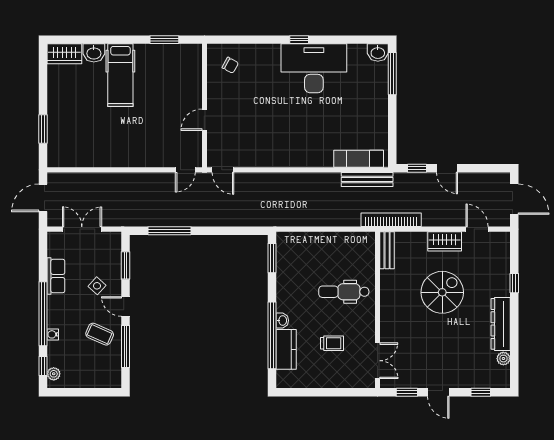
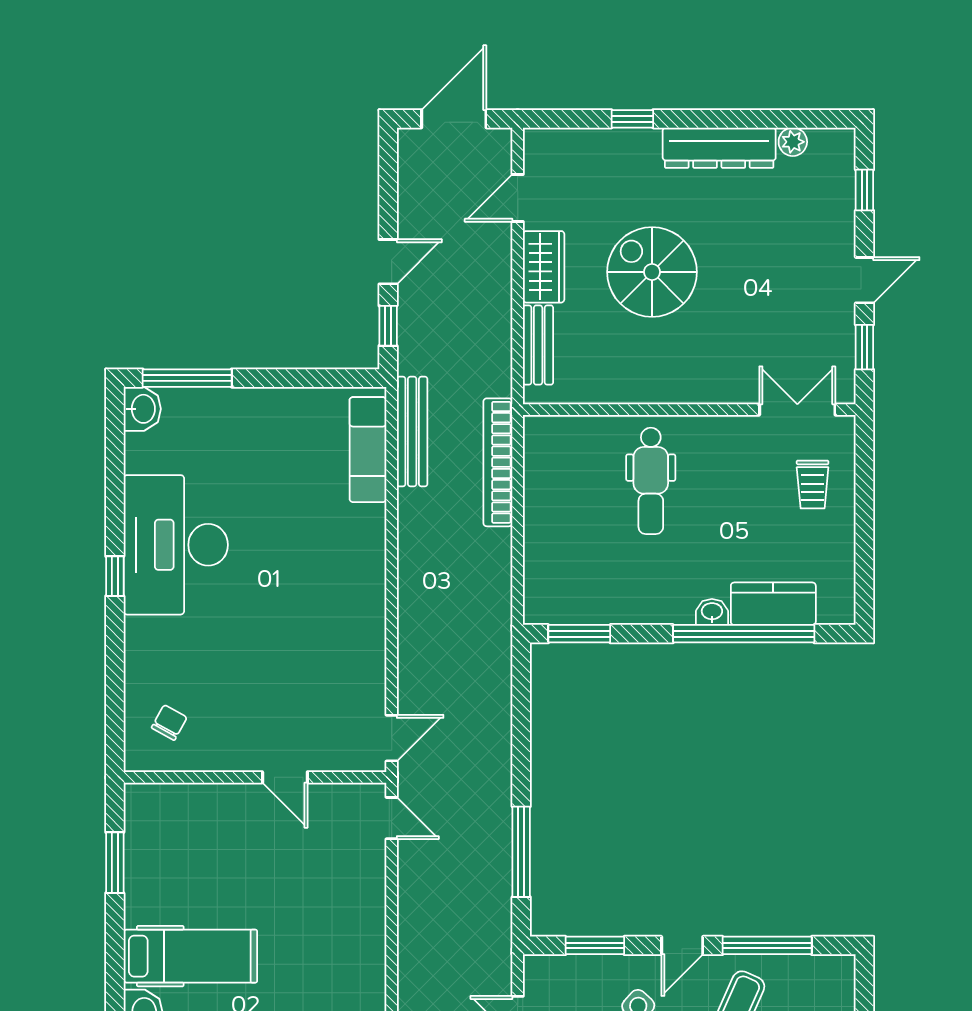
bookcase: (391, 220) -> (498, 462), moved
bench: (387, 250) -> (538, 345), moved, turned 90
trolley: (332, 343) -> (813, 484), moved, turned 180

